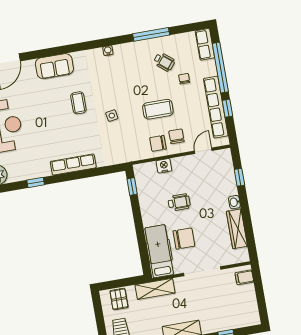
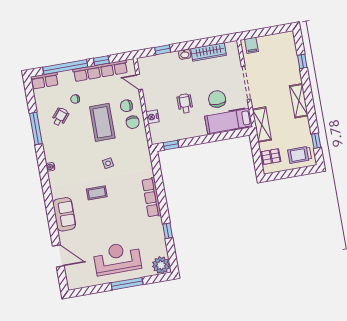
coffee table: (158, 109) -> (102, 122), width x1.36, depth x1.32

